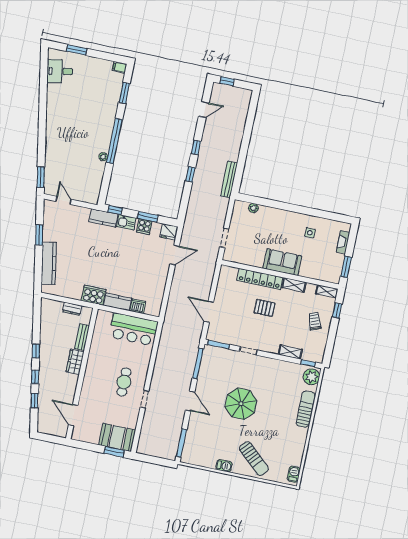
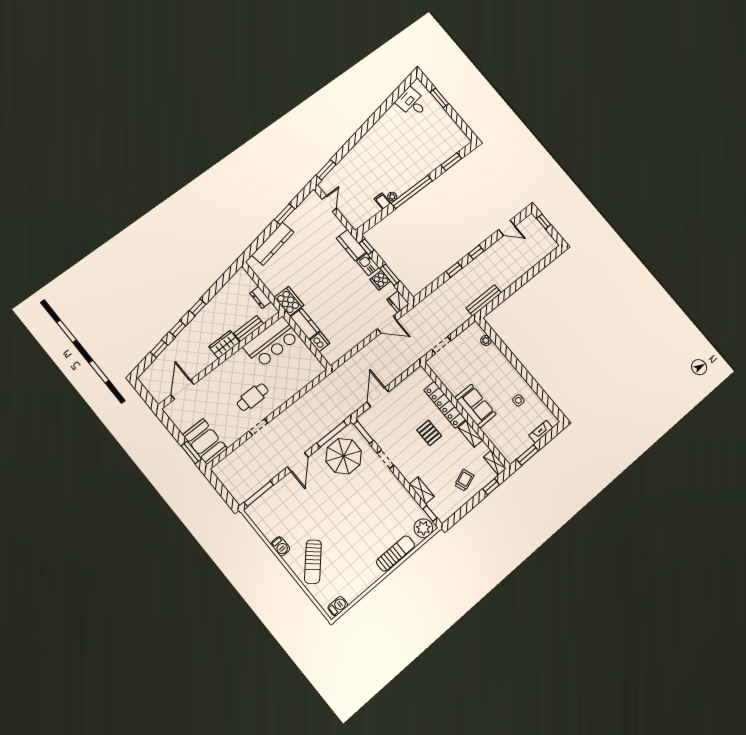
filing cabinet: (120, 67) -> (382, 201), moved
bar counter: (134, 329) -> (272, 342), moved, turned -90
parasol: (241, 404) -> (344, 456), moved

